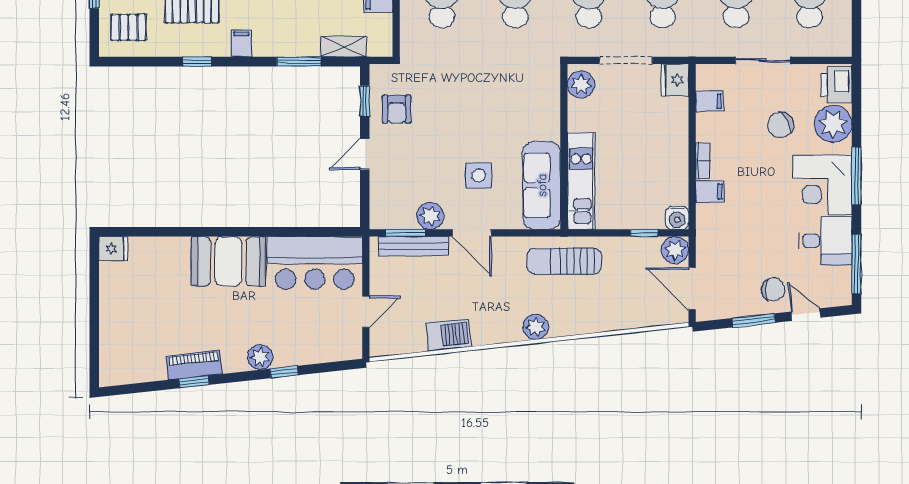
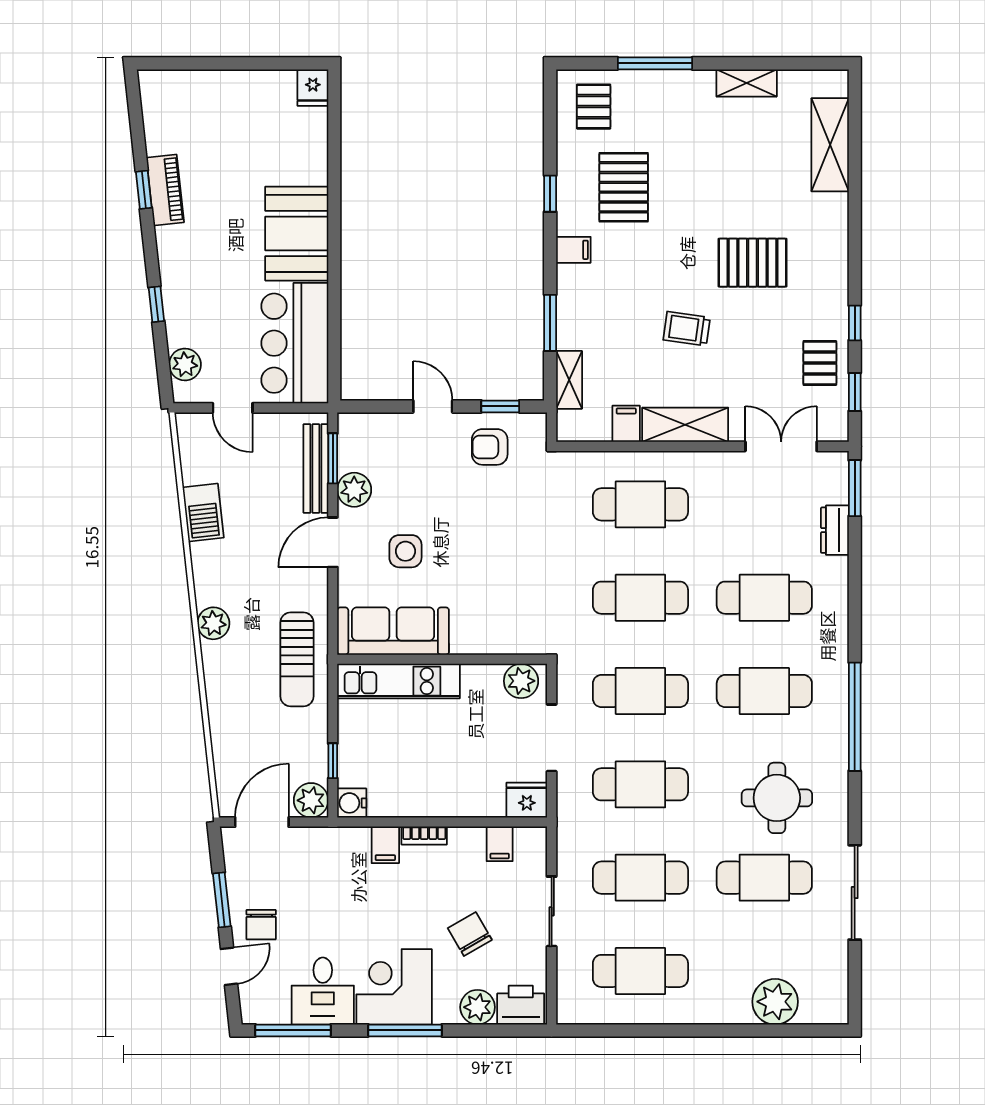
plant: (833, 124) -> (478, 1007), width x0.73, depth x0.73
sun lounger: (564, 261) -> (297, 659), turned 180
plant: (260, 357) -> (185, 364), moved

